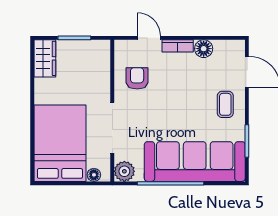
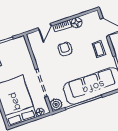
door: (149, 38) -> (45, 27), swing flipped
armchair: (137, 78) -> (65, 49), moved

